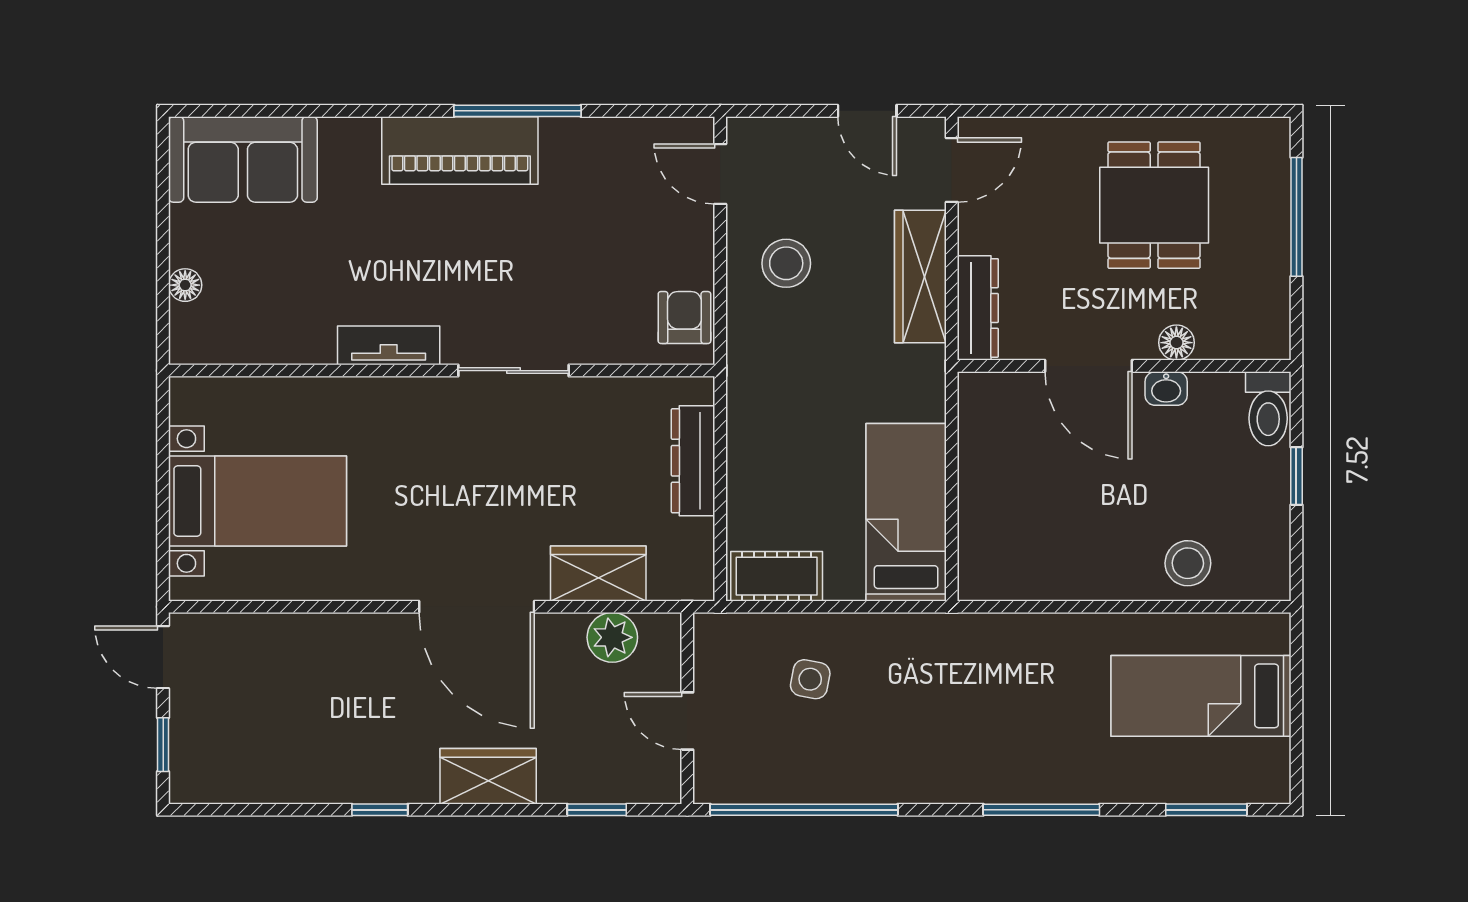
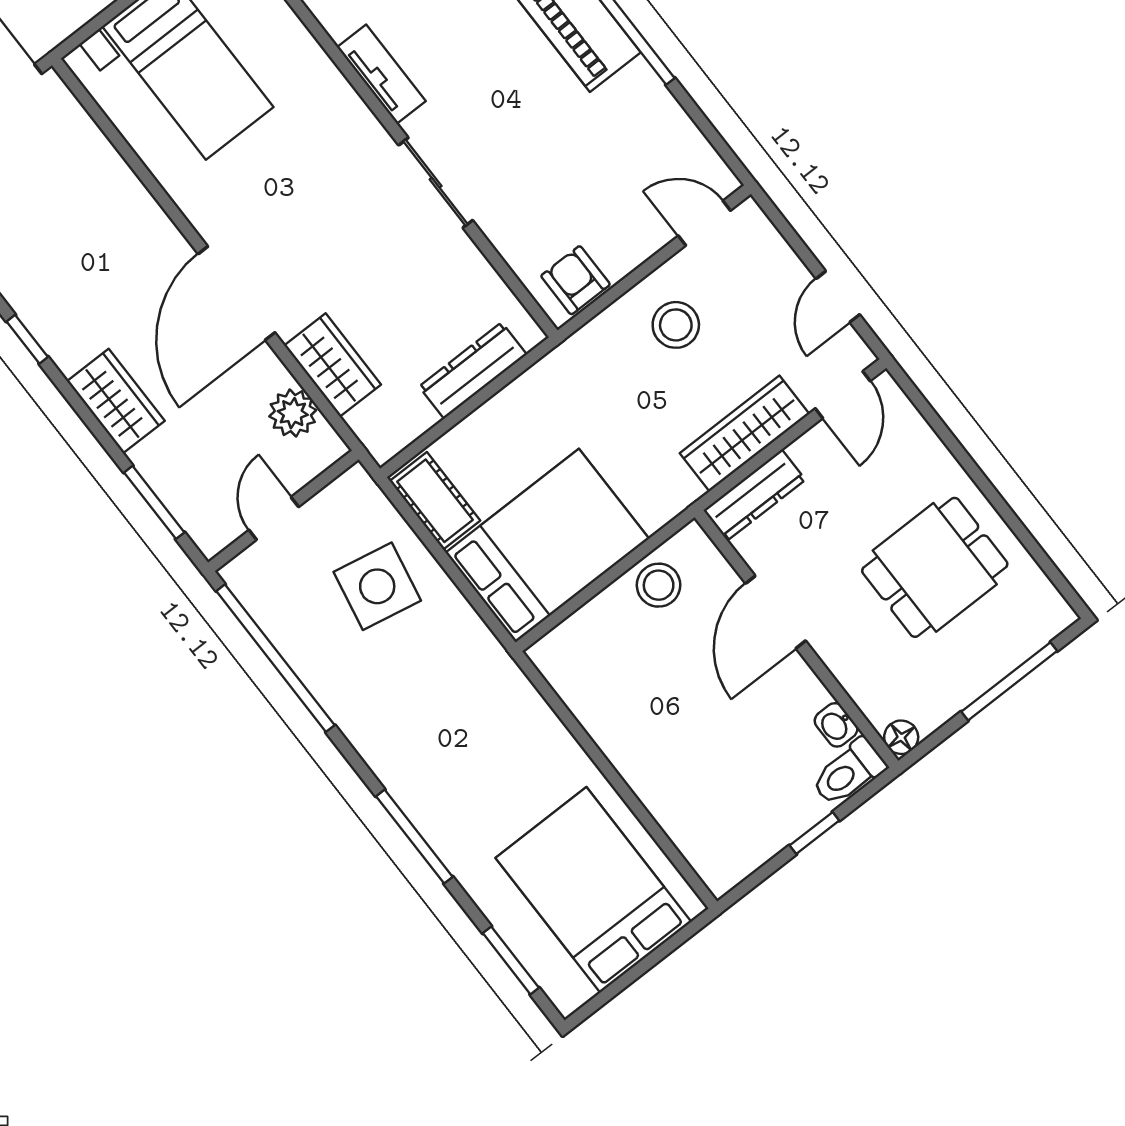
door: (952, 170) -> (843, 395), hinge flipped
door: (720, 174) -> (704, 223), hinge flipped
armchair: (684, 318) -> (575, 280), turned -90
floor lamp: (1176, 343) -> (901, 737), moved
washbasin: (1166, 388) -> (836, 725), moved
bed: (906, 512) -> (547, 546), width x1.50
stool: (1188, 563) -> (659, 585), moved
side table: (810, 679) -> (377, 586), width x1.87, depth x1.87
bed: (1201, 696) -> (593, 890), width x1.50
window: (597, 810) -> (154, 502), width x1.50

